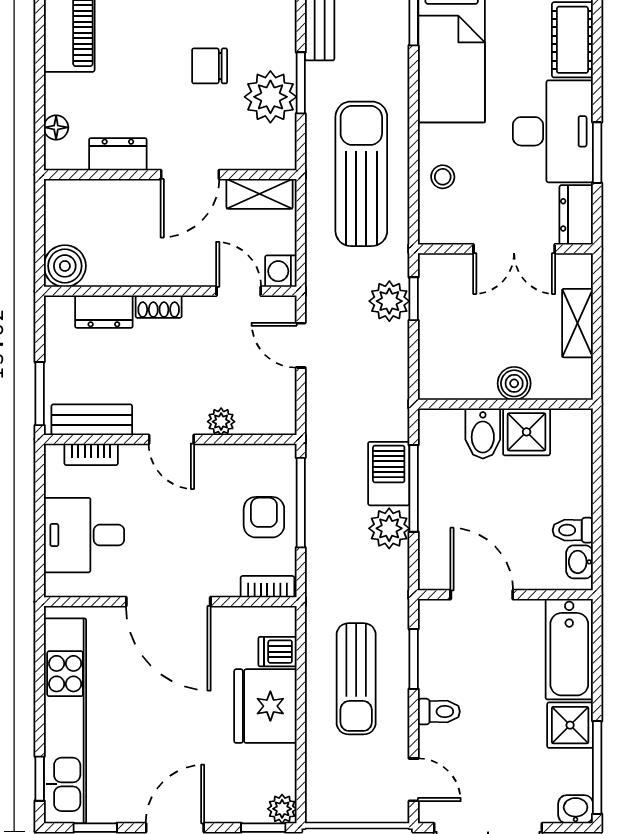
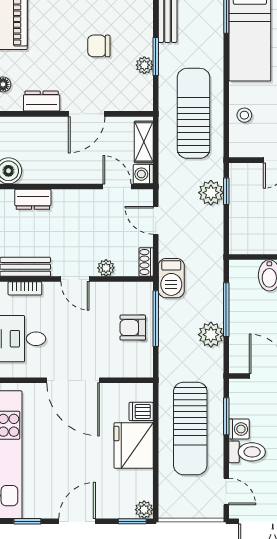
plant: (270, 97) -> (144, 65), width x0.53, depth x0.53
shelving: (260, 194) -> (144, 142), moved, turned 90
shoe rack: (159, 307) -> (146, 262), moved, turned 90
barbecue: (389, 474) -> (171, 278), moved, turned 180
armchair: (264, 517) -> (133, 328), turned -90
bookcase: (267, 587) -> (135, 371), removed
sun lounger: (356, 679) -> (190, 428), width x1.36, depth x1.34
washing machine: (434, 680) -> (239, 429), added
toilet: (439, 712) -> (247, 452), width x1.37, depth x1.39

